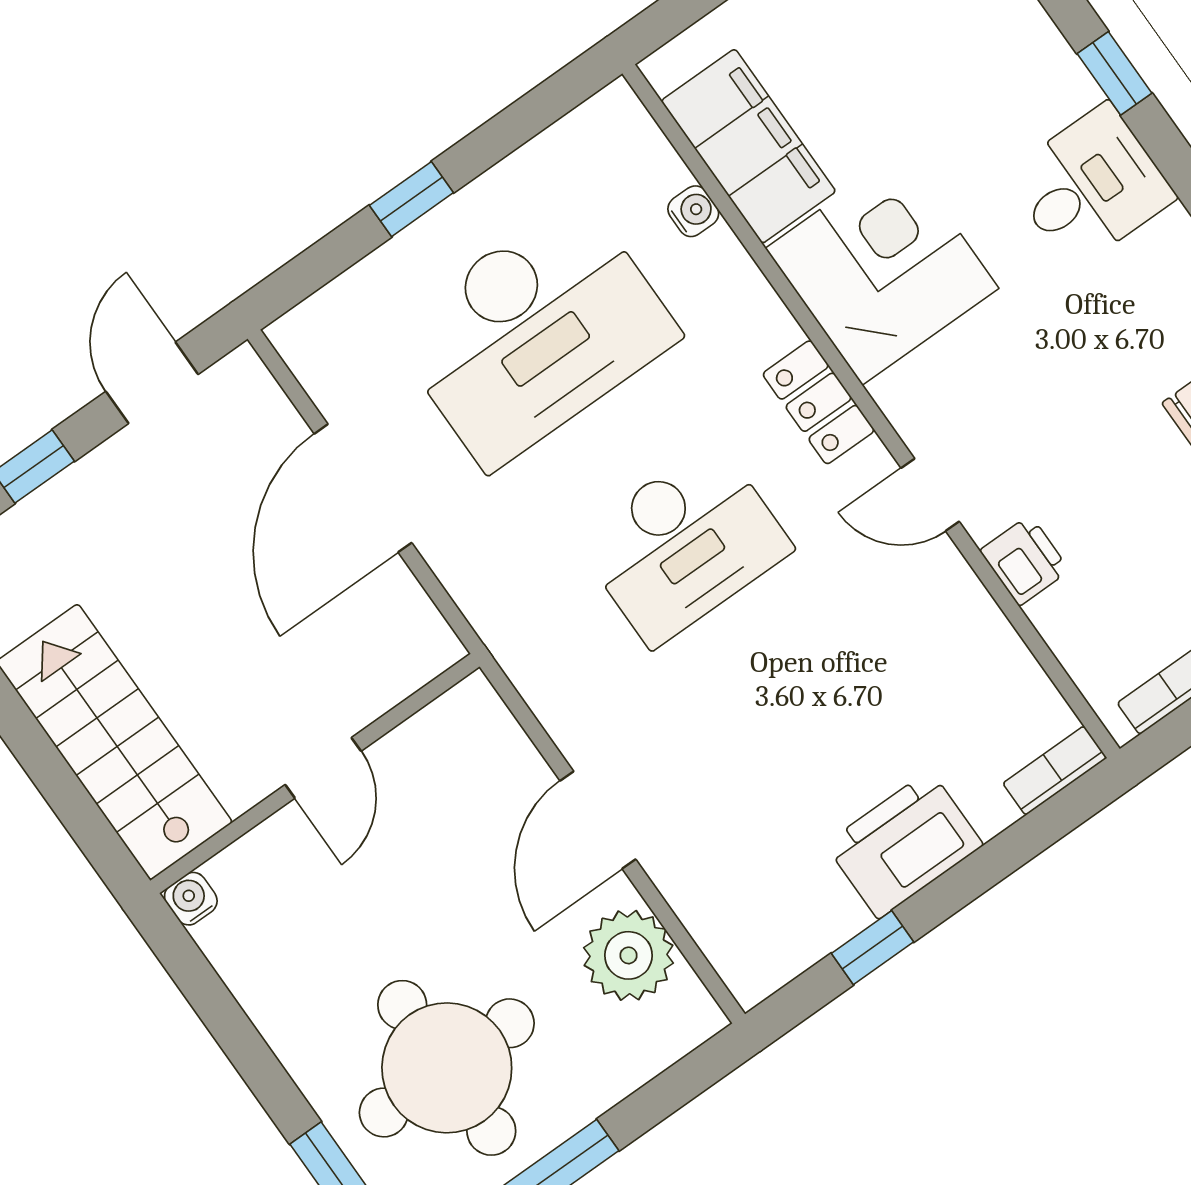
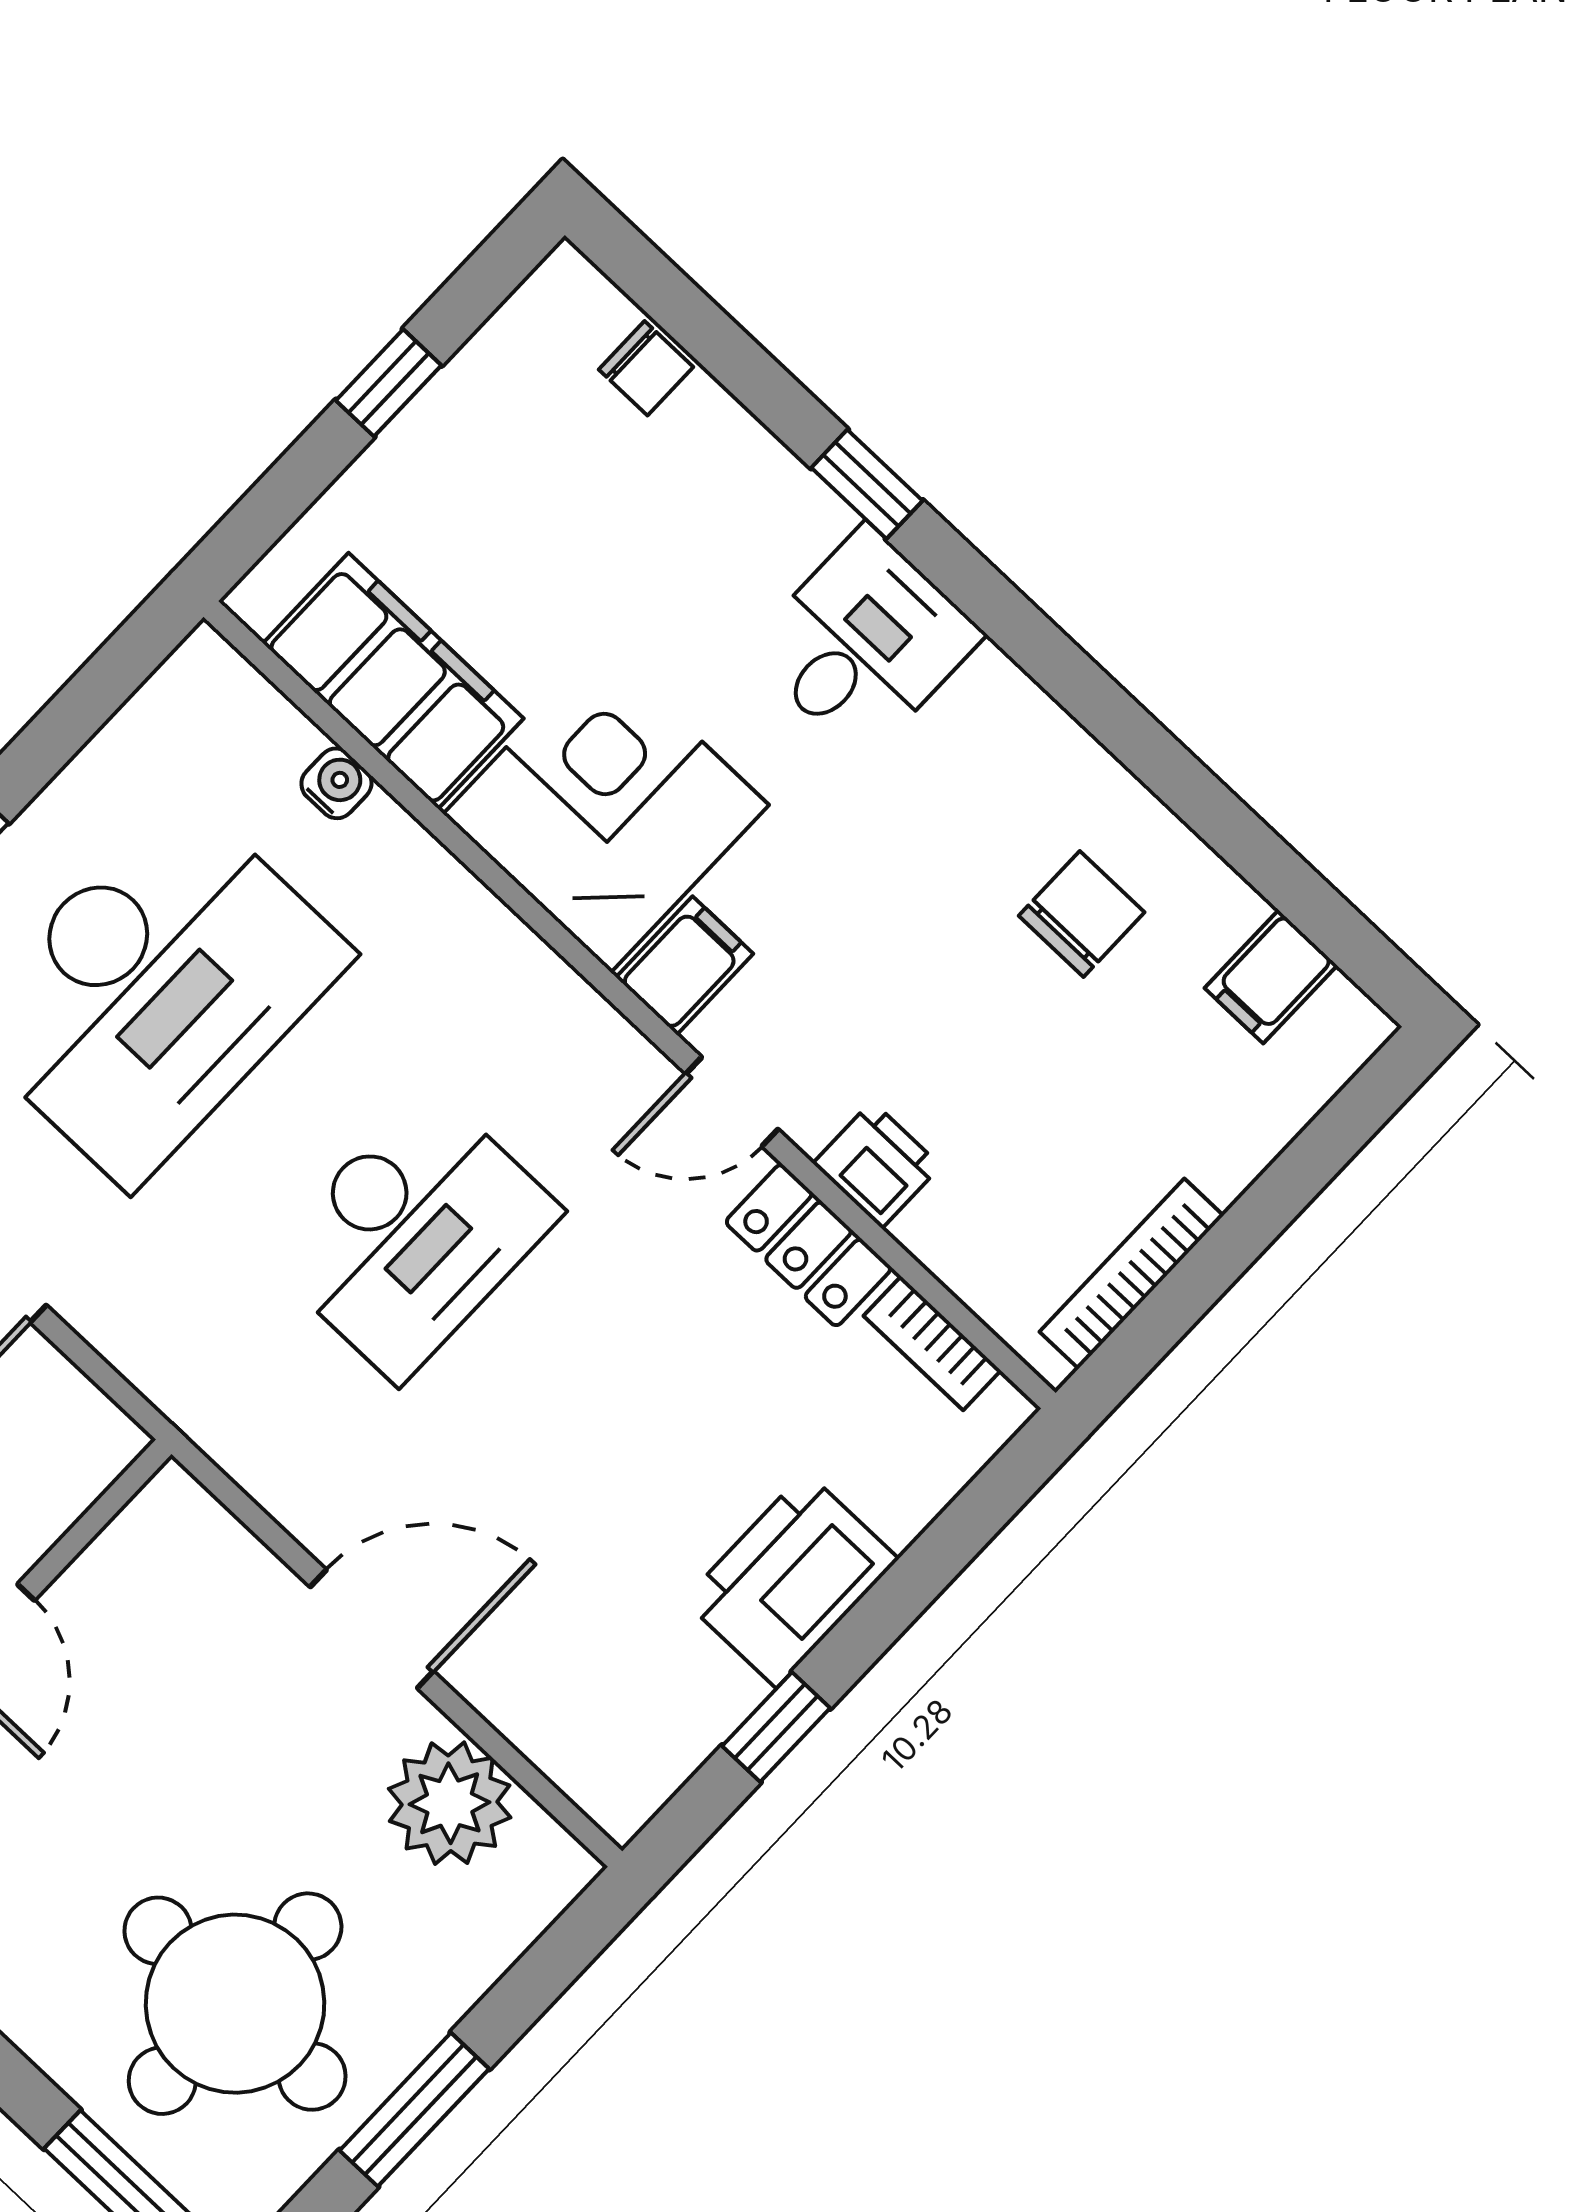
filing cabinet: (916, 391) -> (685, 966), added
locker: (819, 402) -> (809, 1245), moved
bookcase: (1055, 771) -> (932, 1343), moved, turned -90
door: (598, 820) -> (372, 1629), swing flipped

